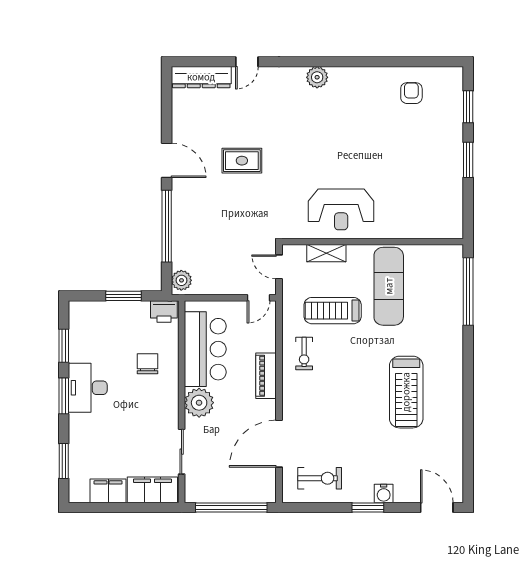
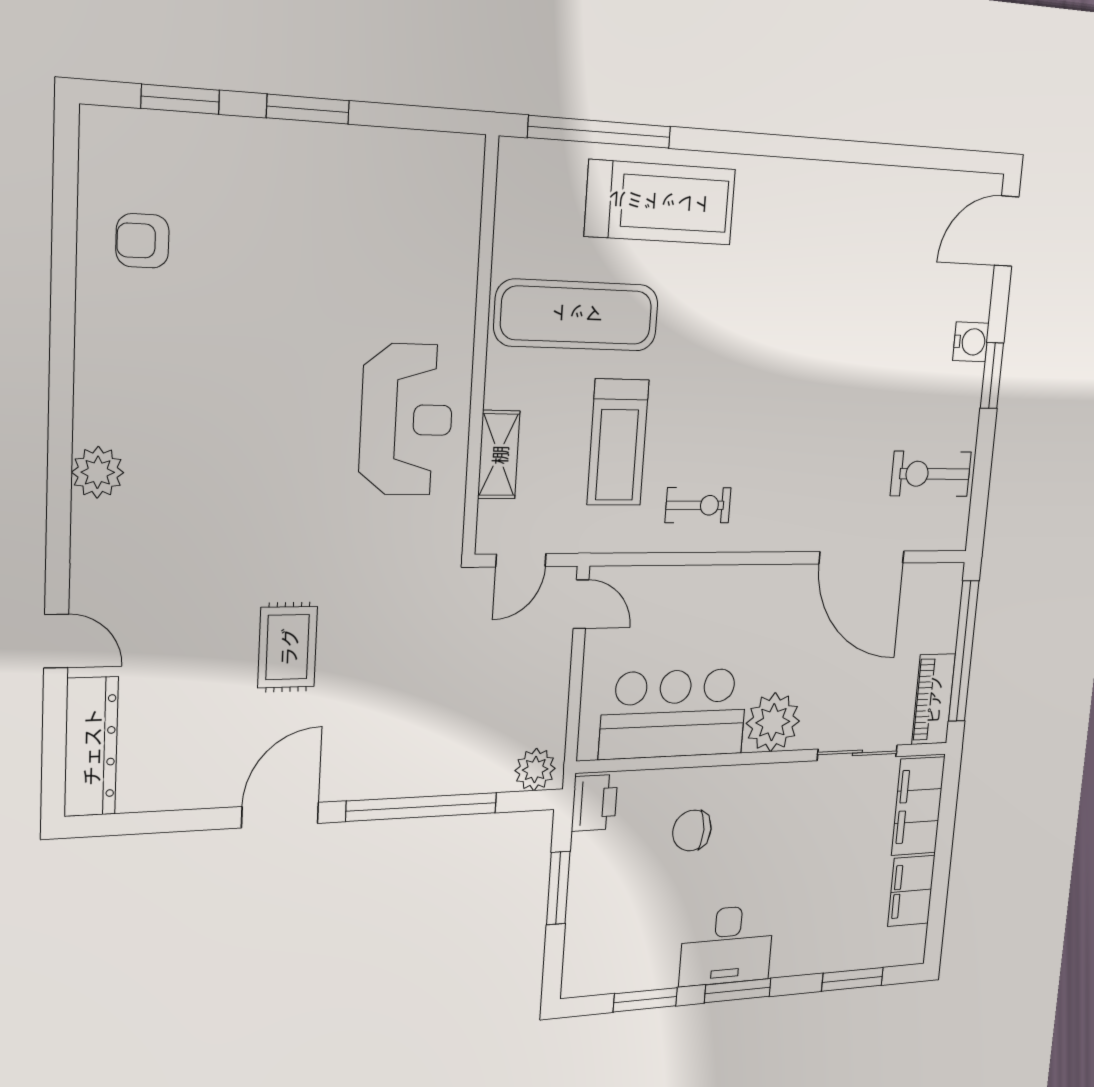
piano: (266, 376) -> (934, 699), moved, turned 90
treadmill: (406, 392) -> (660, 203), moved
exercise bike: (320, 478) -> (931, 474), turned -90

